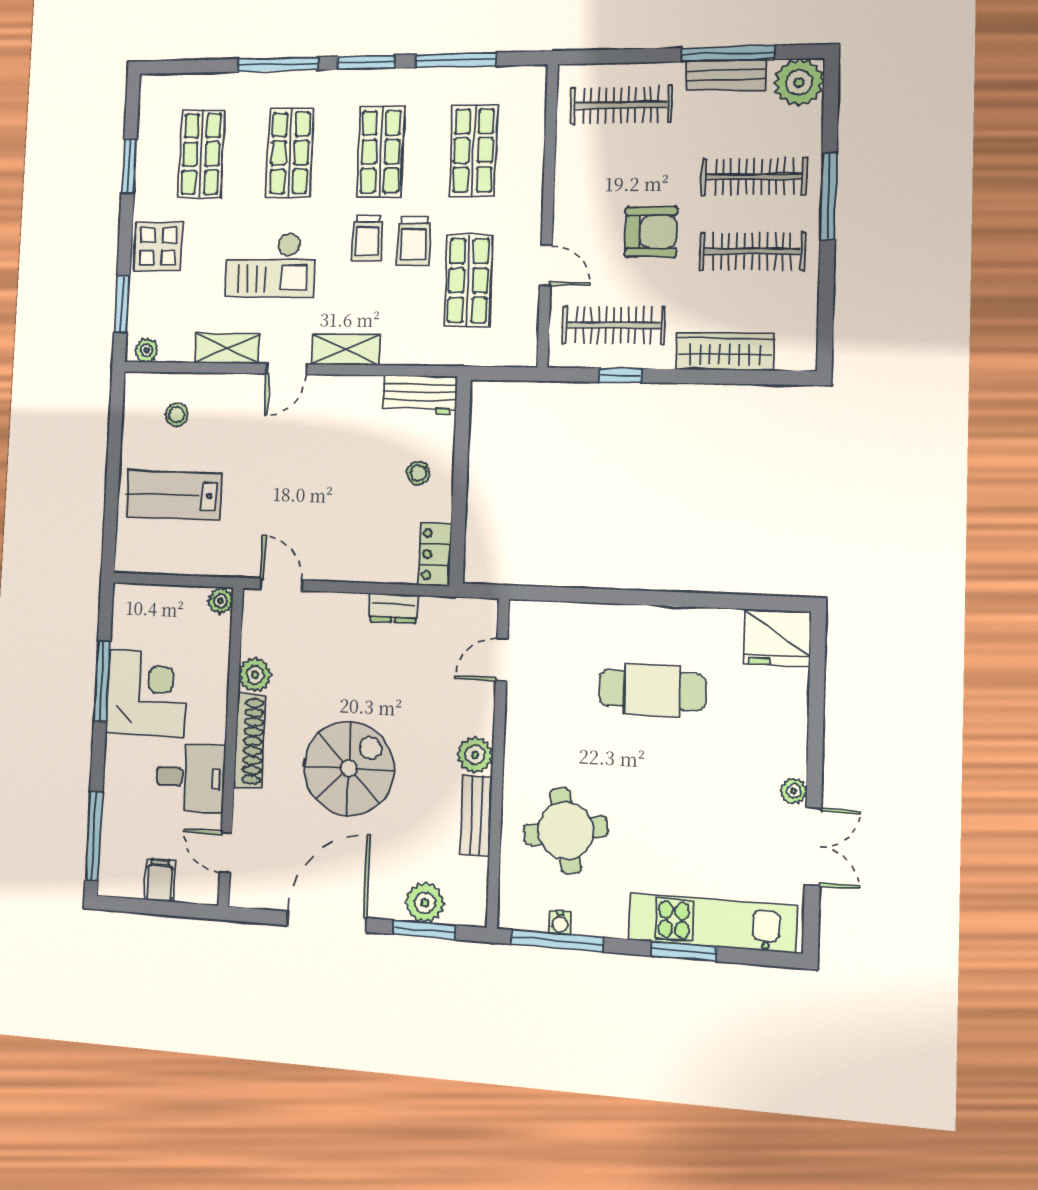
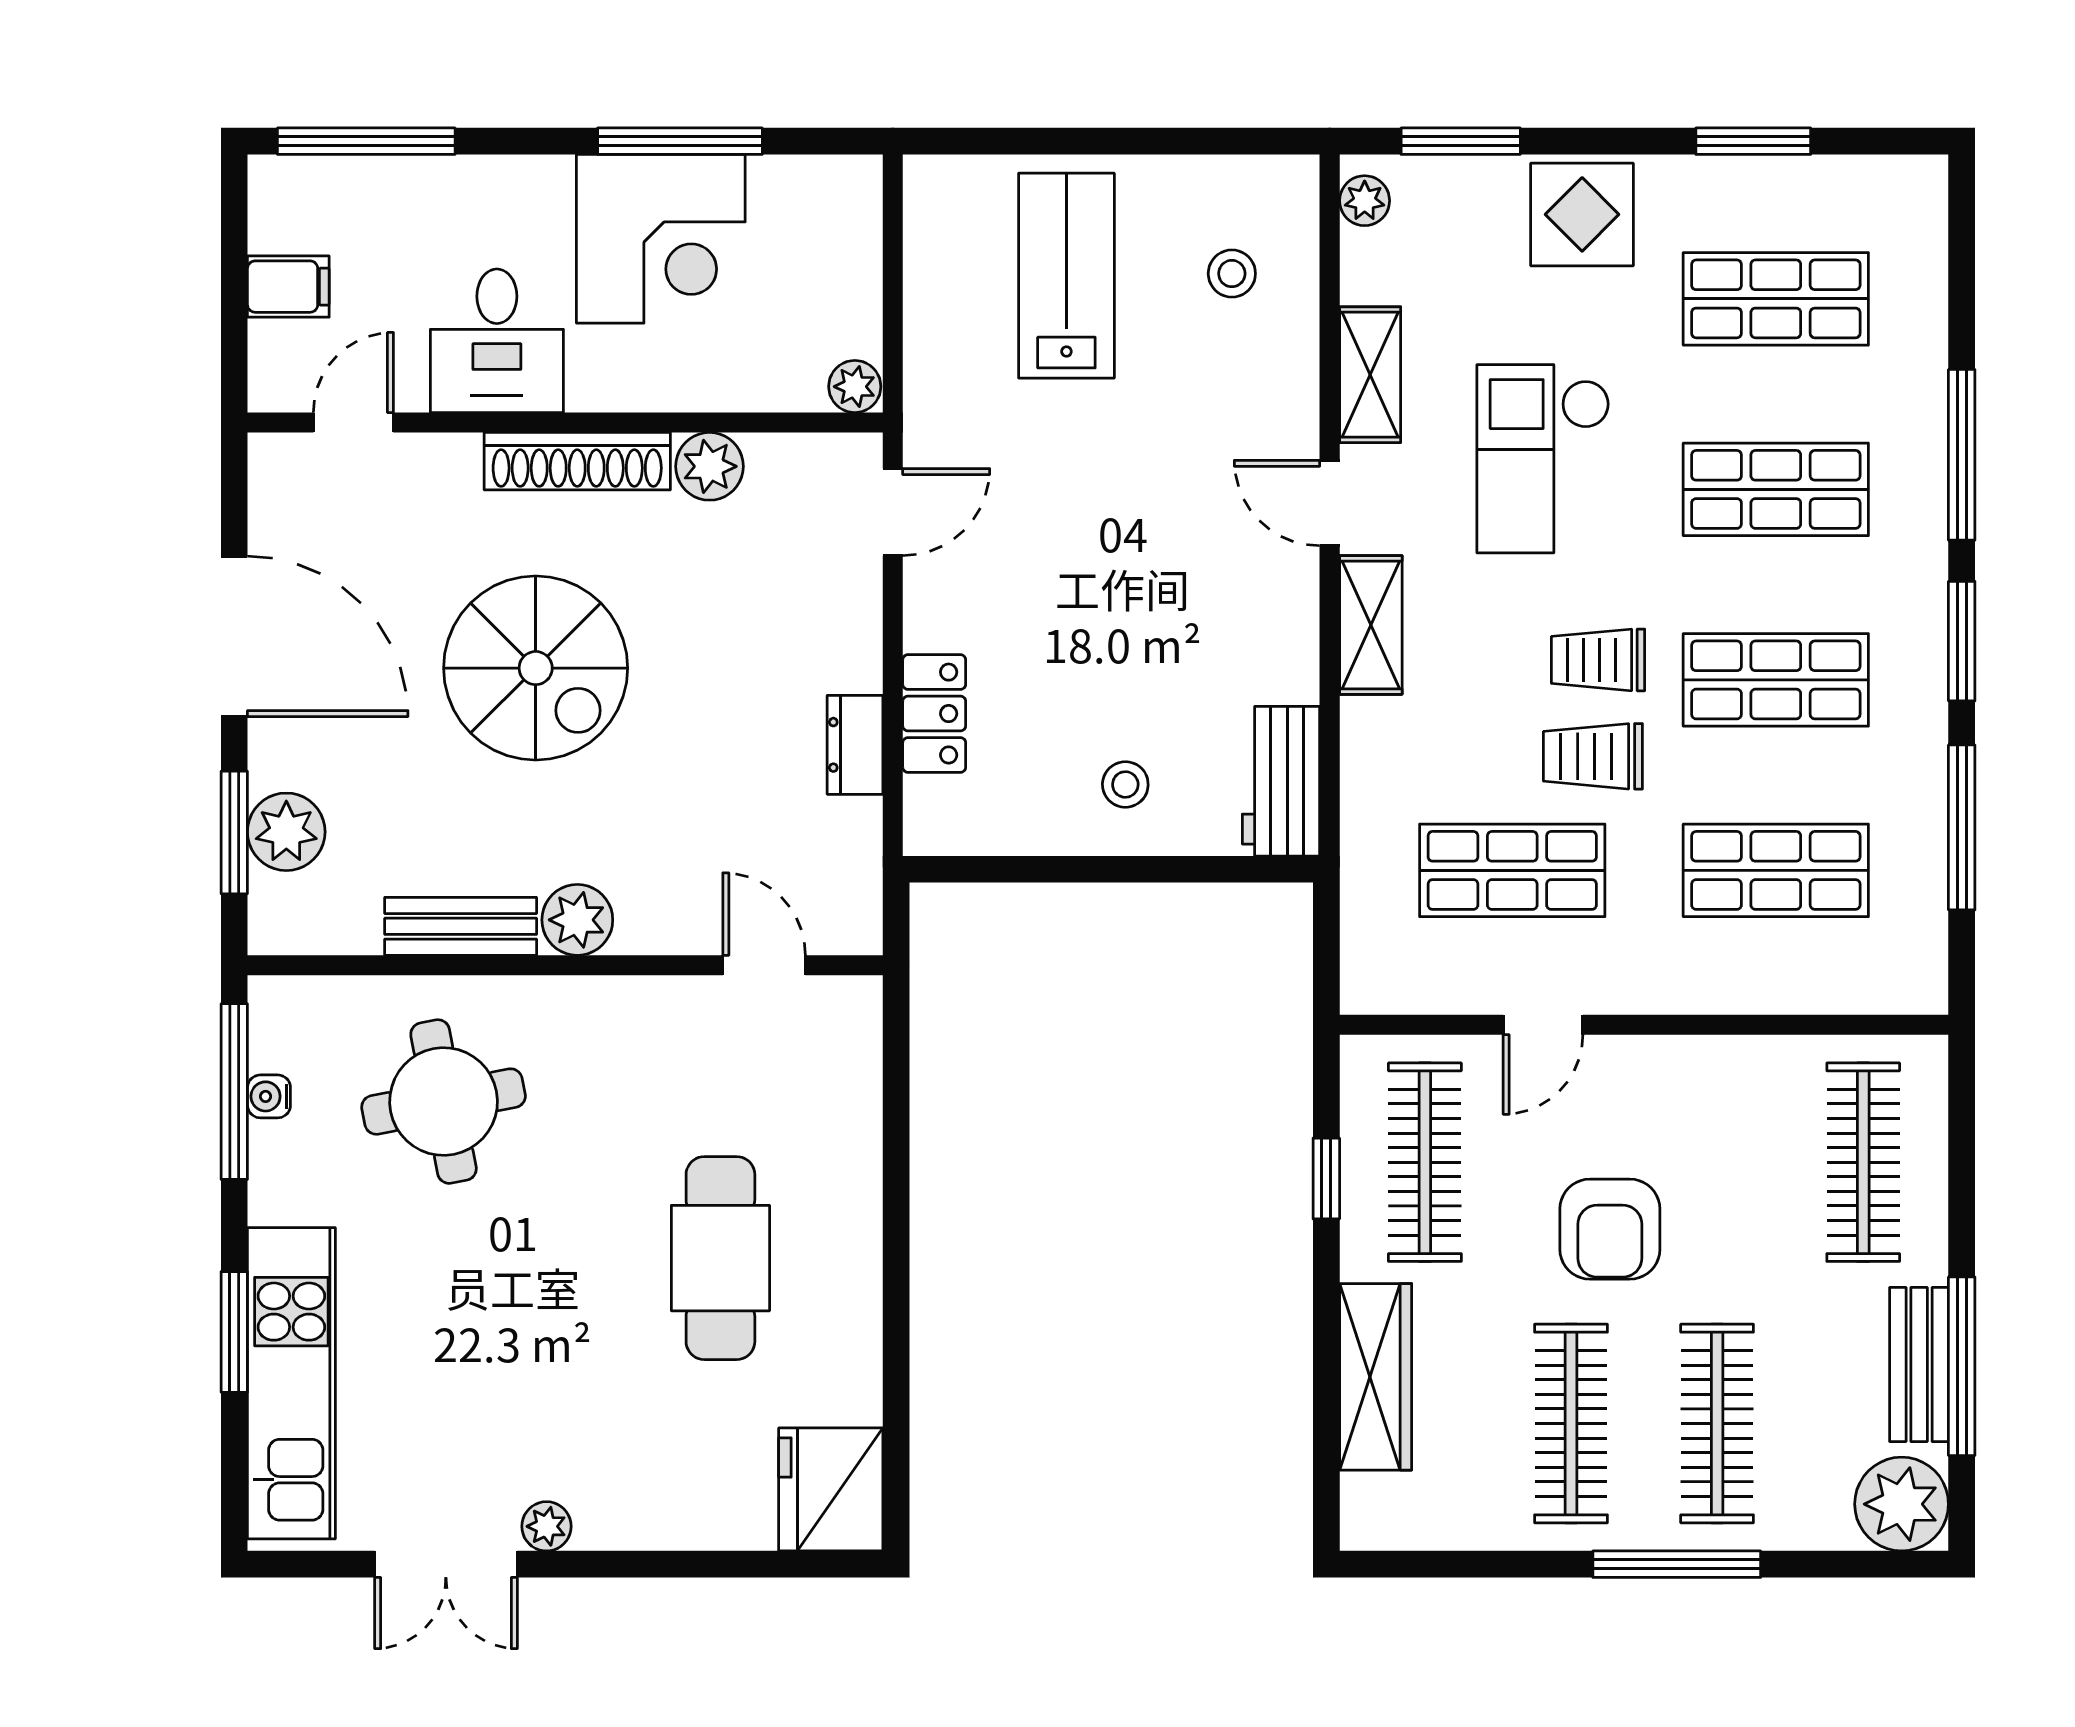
locker: (435, 554) -> (934, 714), moved, turned 90

